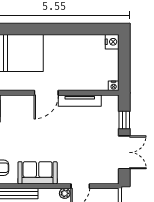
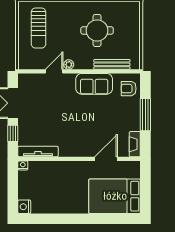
door: (46, 93) -> (106, 159), moved
tv unit: (80, 101) -> (38, 152), moved

